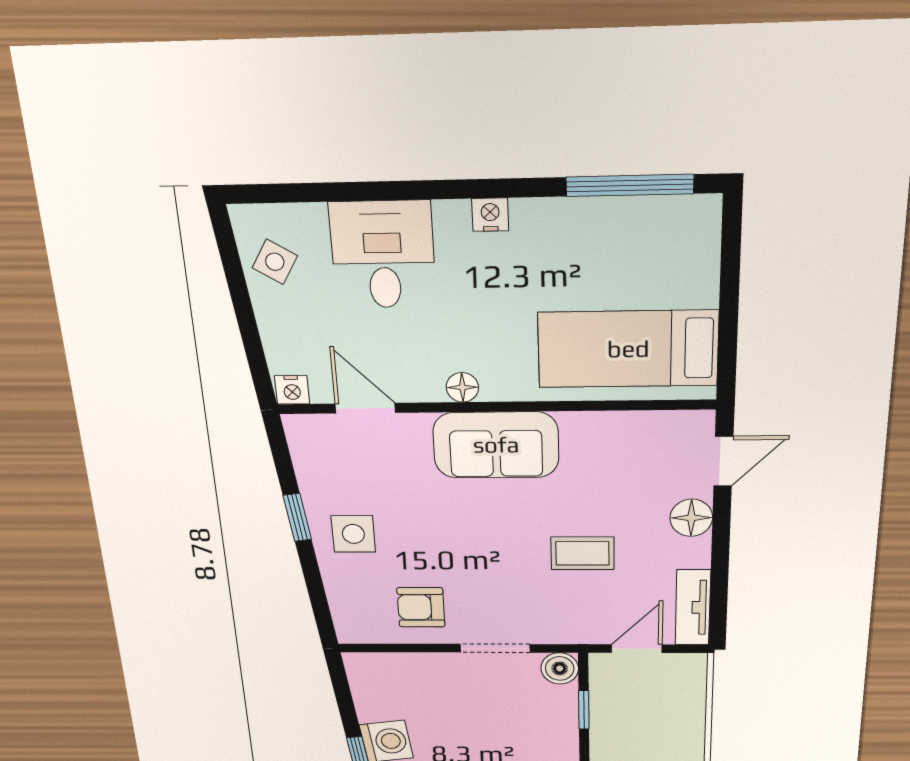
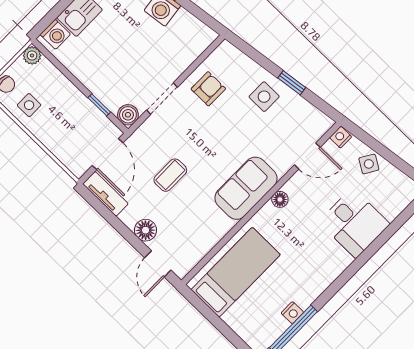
nightstand: (490, 215) -> (292, 313), moved
side table: (275, 262) -> (369, 164), moved
door: (637, 649) -> (108, 154), width x1.38

